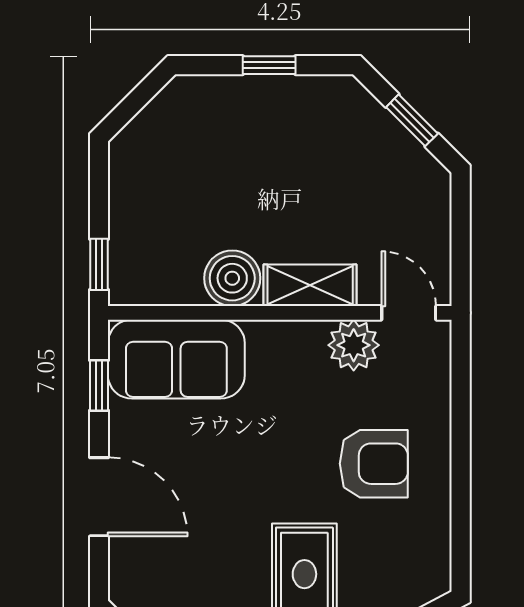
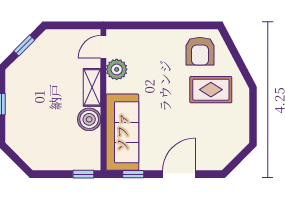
sofa: (176, 359) -> (122, 132), width x1.36
armchair: (374, 464) -> (200, 51), moved, turned 180

